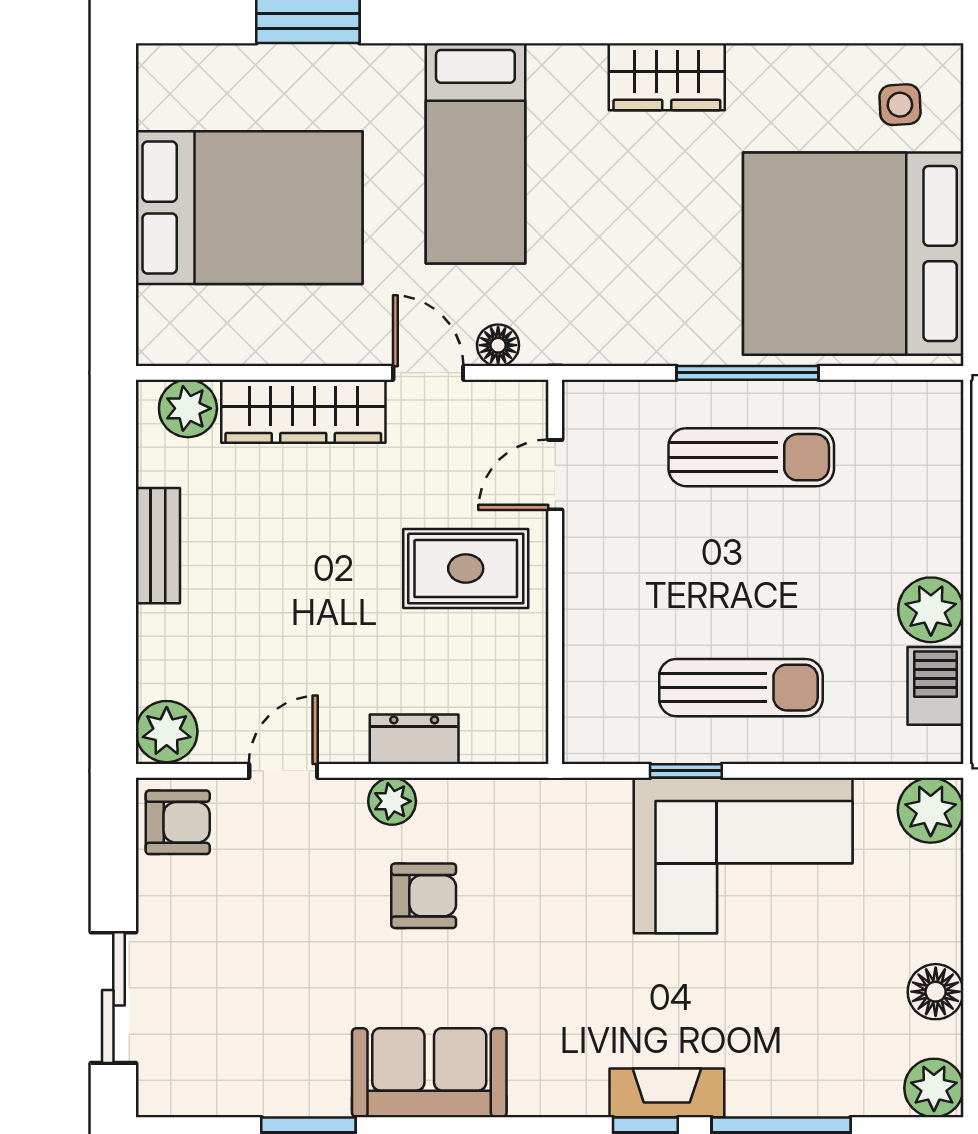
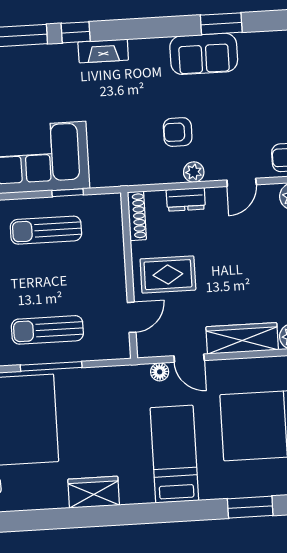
shoe rack: (529, 708) -> (137, 216), added
sofa: (429, 1073) -> (204, 54), moved
fireplace: (667, 1093) -> (103, 51), moved

